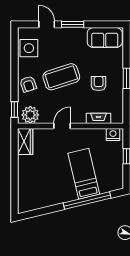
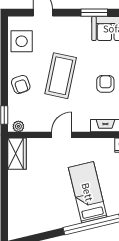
window: (73, 24) -> (94, 13), moved
coffee table: (61, 77) -> (61, 76), turned -60
plant: (30, 115) -> (18, 126), width x0.53, depth x0.53

